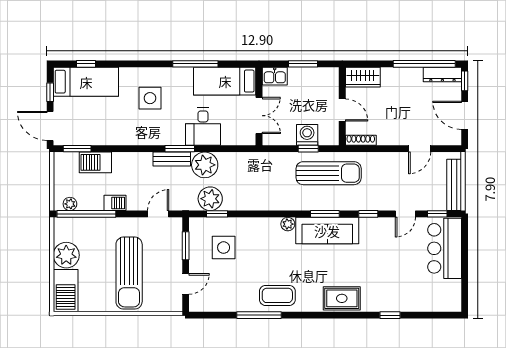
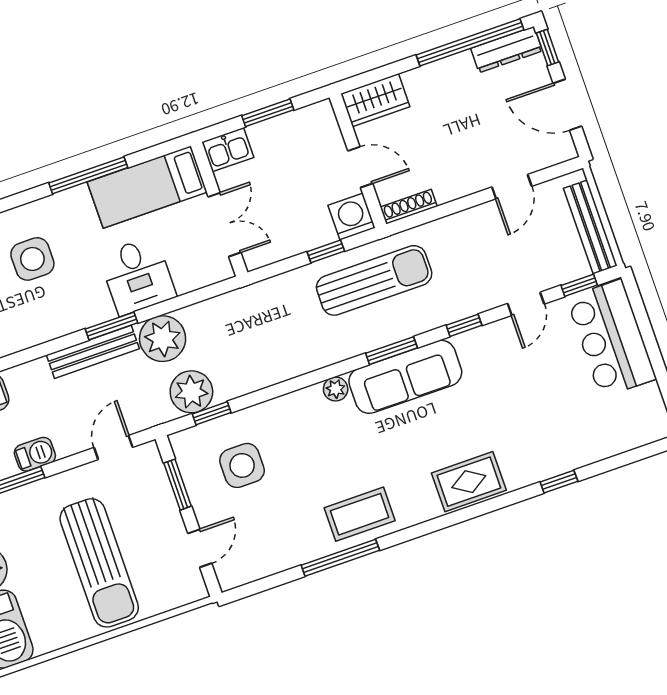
washing machine: (307, 135) -> (352, 217), moved
bench: (172, 159) -> (93, 352), width x1.36

